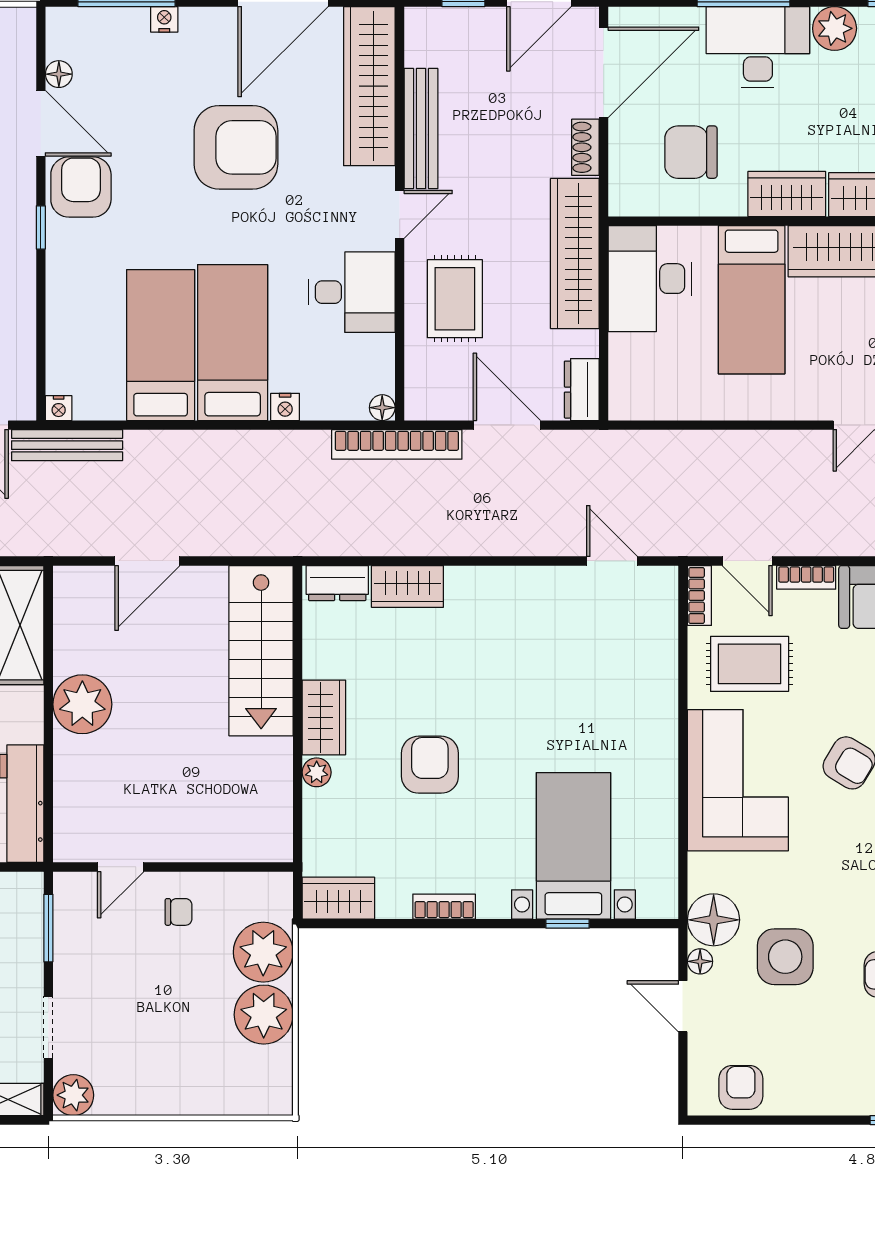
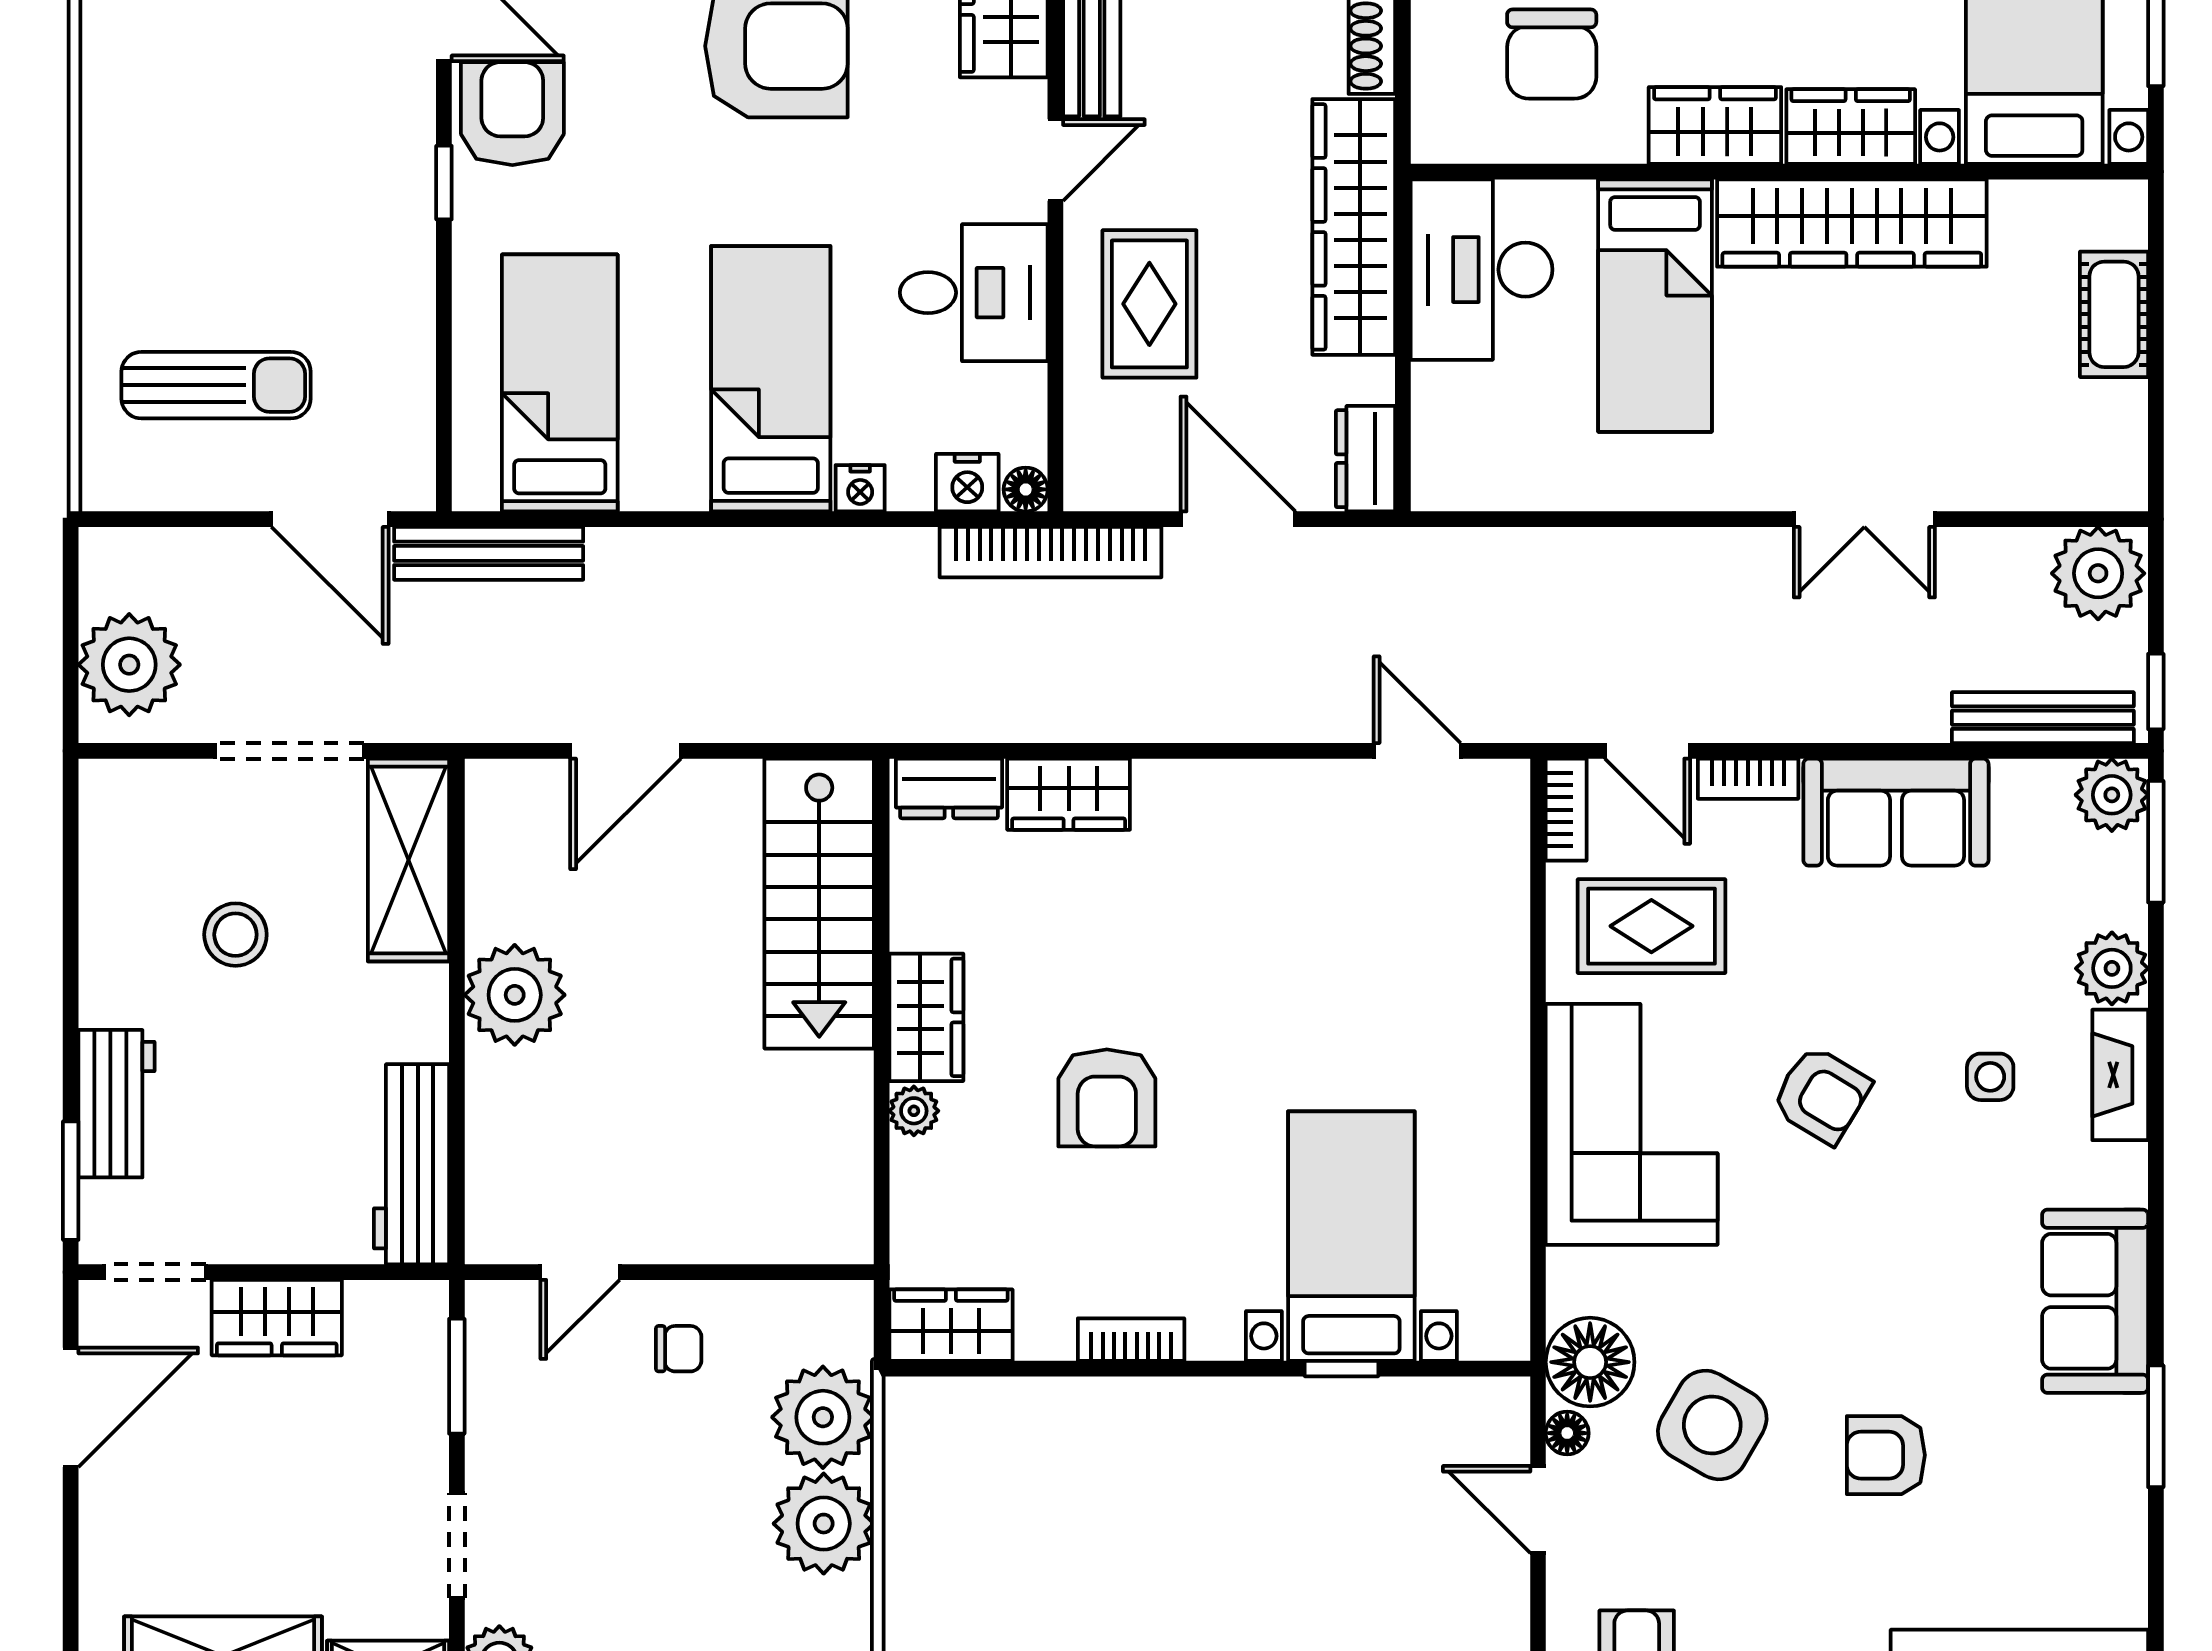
chair: (691, 152) -> (1552, 54), turned -90
bed: (161, 345) -> (560, 383), moved
nightstand: (59, 408) -> (967, 483), moved, width x1.39, depth x1.35
armchair: (430, 765) -> (1107, 1098), turned 180
side table: (785, 957) -> (1712, 1425), turned 30

